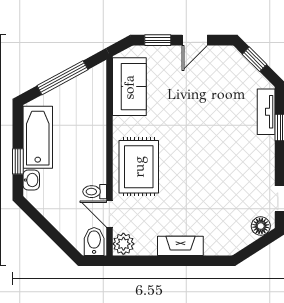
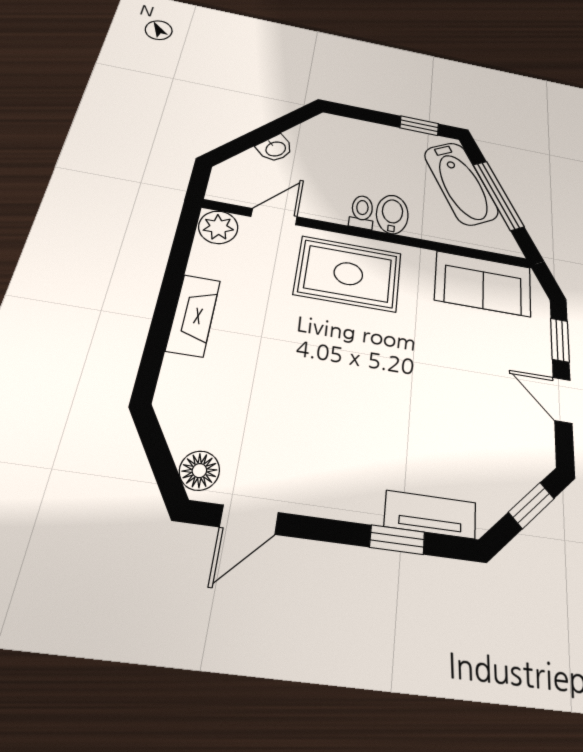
bathtub: (38, 137) -> (461, 183), moved, turned 61
window: (18, 161) -> (419, 126), moved
washbasin: (31, 180) -> (275, 148), moved, turned -45
toilet: (95, 192) -> (362, 212), moved
bidet: (94, 241) -> (392, 214), moved, turned -90

